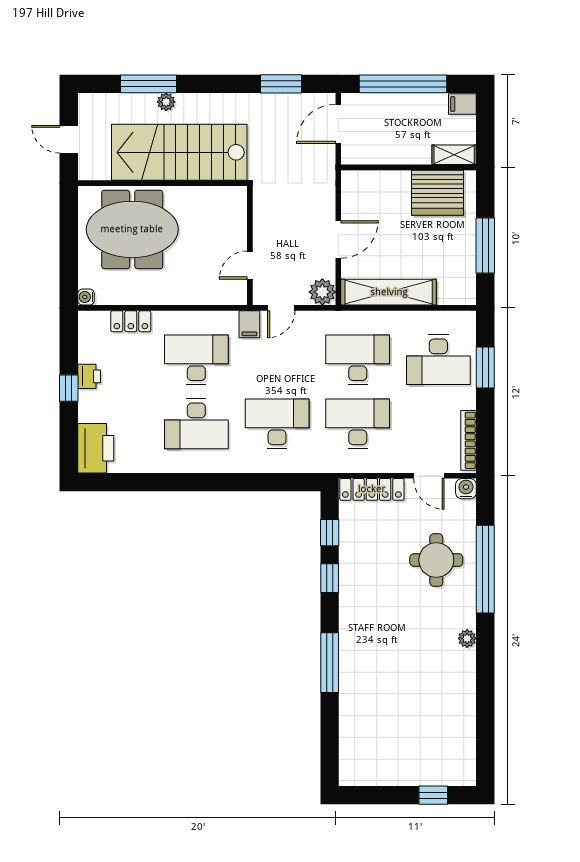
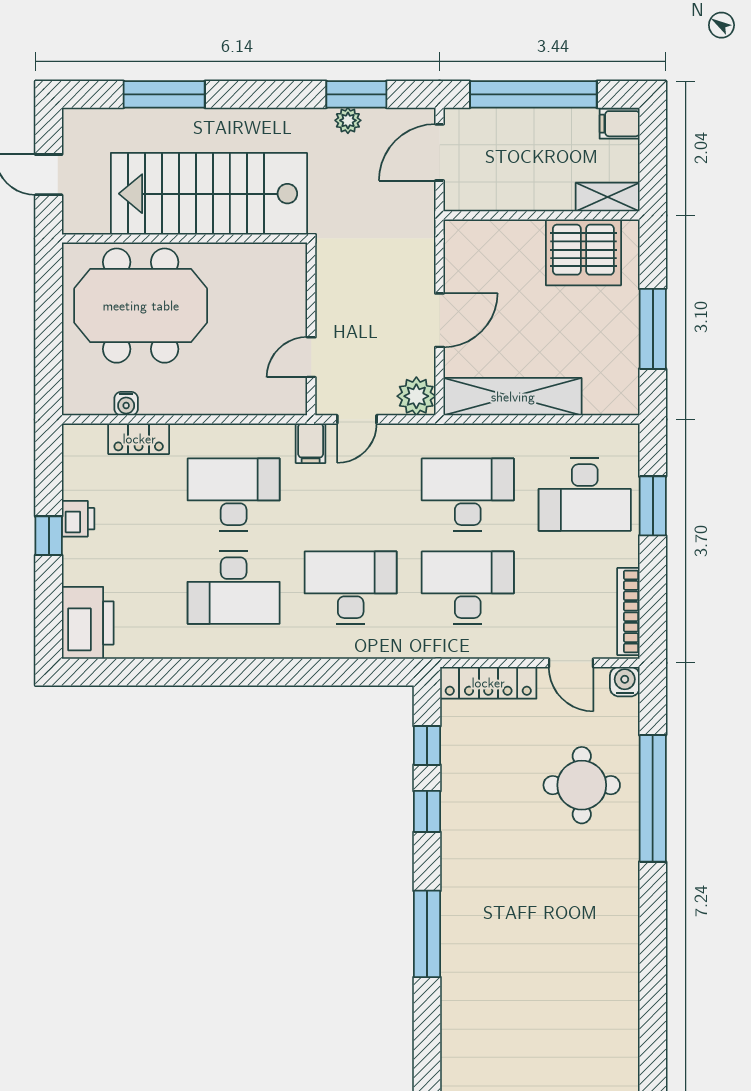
plant: (166, 102) -> (348, 120), moved
water cooler: (86, 297) -> (126, 404), moved, turned -90
plant: (467, 638) -> (626, 899), removed

